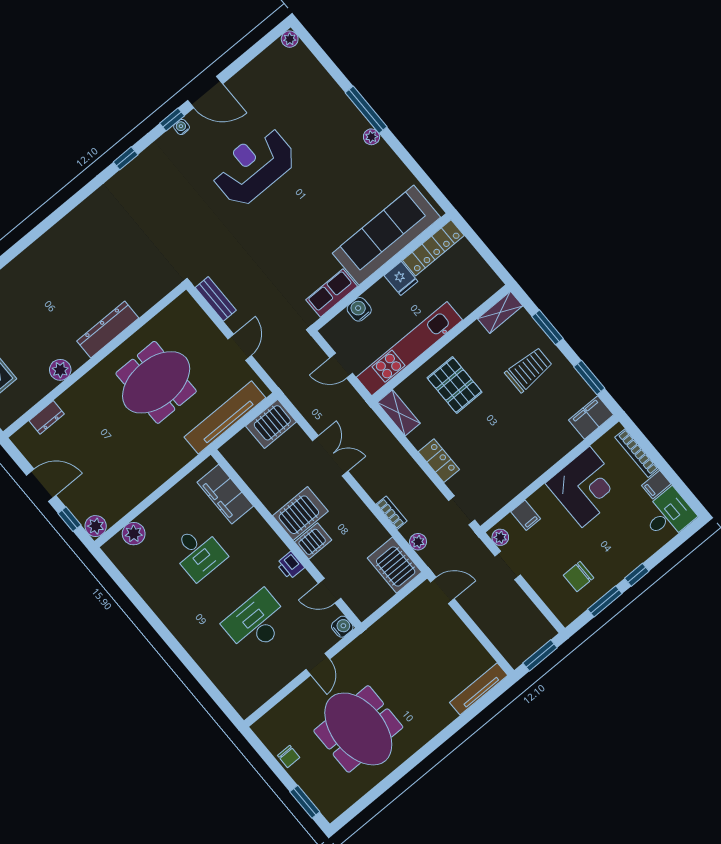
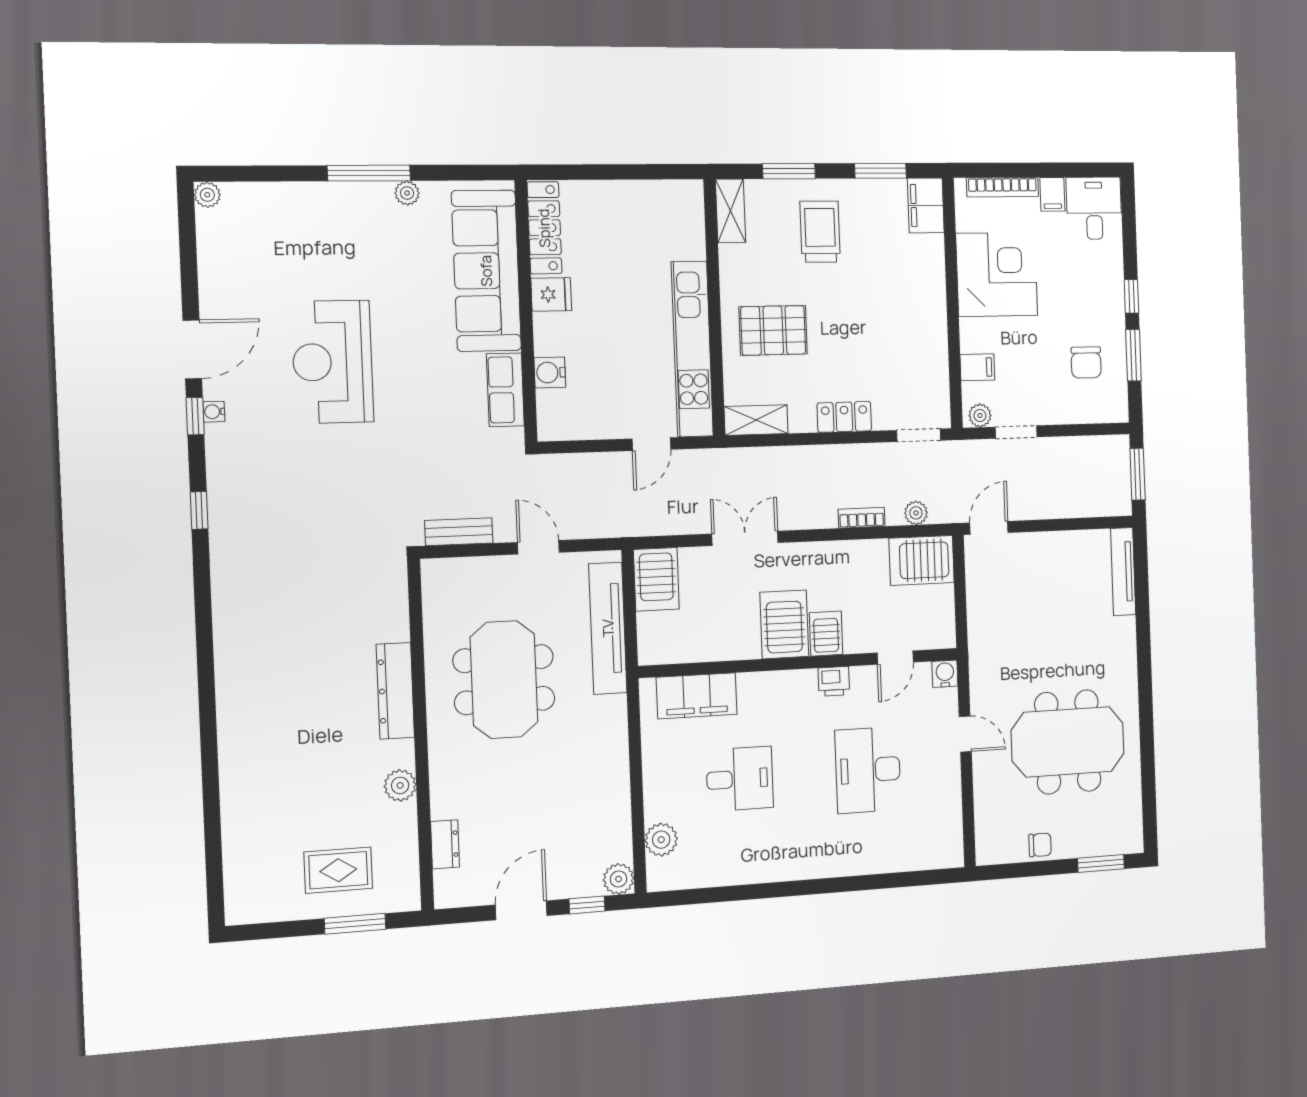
sofa: (386, 235) -> (486, 271), moved
locker: (433, 248) -> (544, 228), moved
wall: (382, 272) -> (526, 311), moved
fridge: (401, 278) -> (551, 294), moved
row of seats: (332, 293) -> (505, 390), moved
water cooler: (359, 309) -> (550, 373), moved

